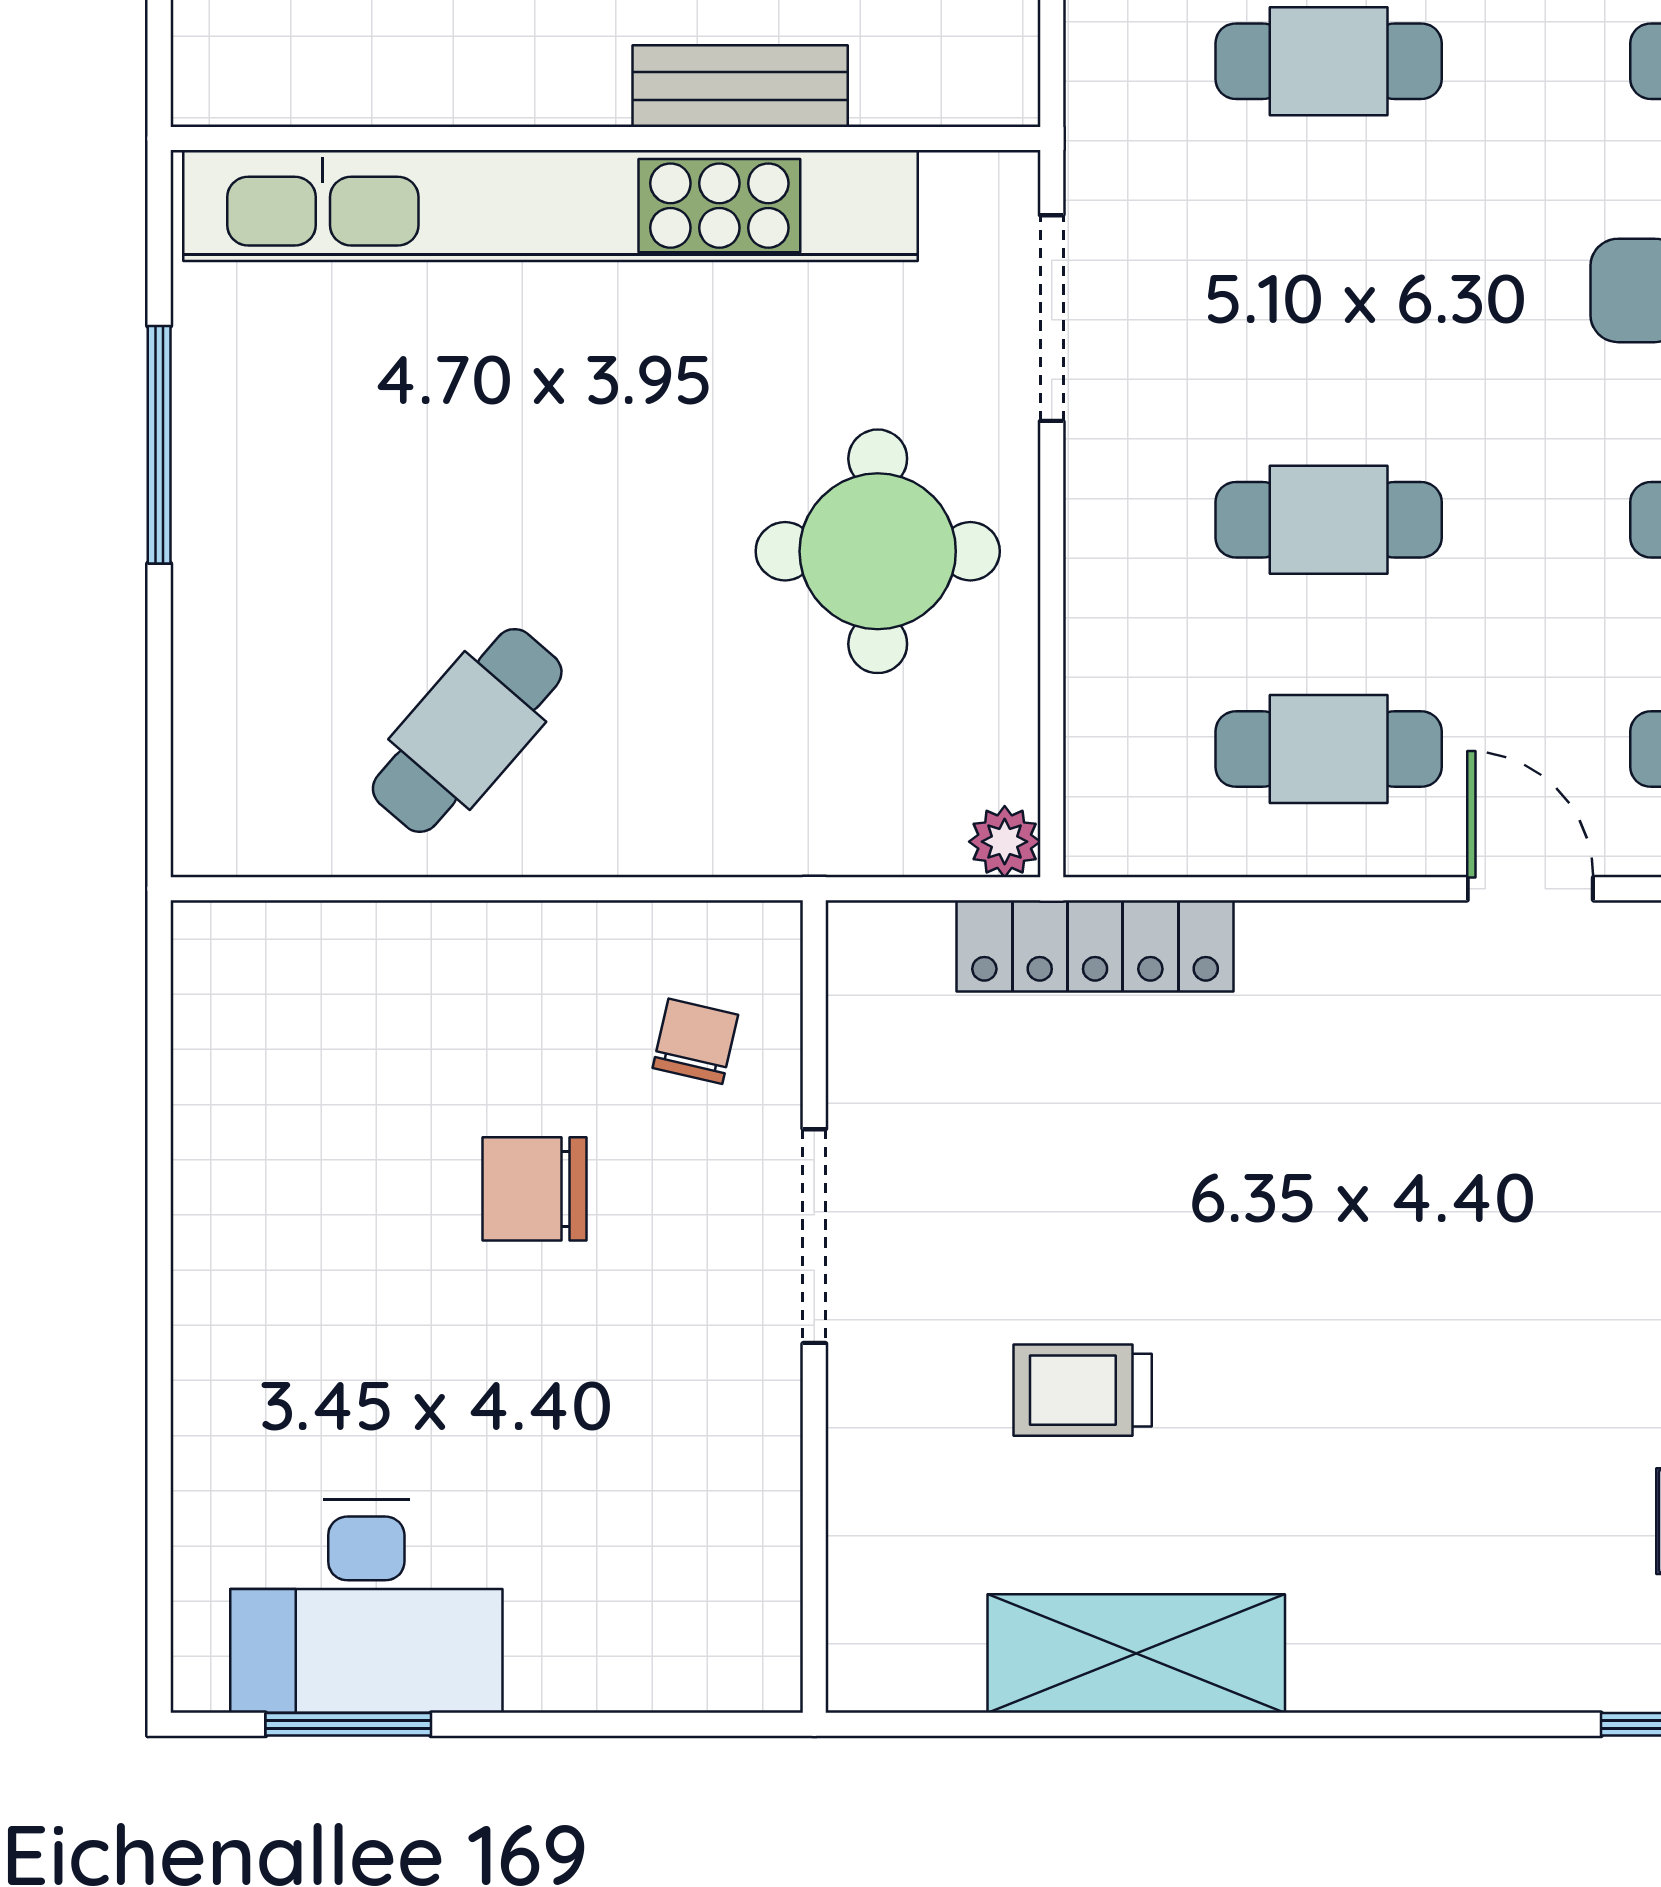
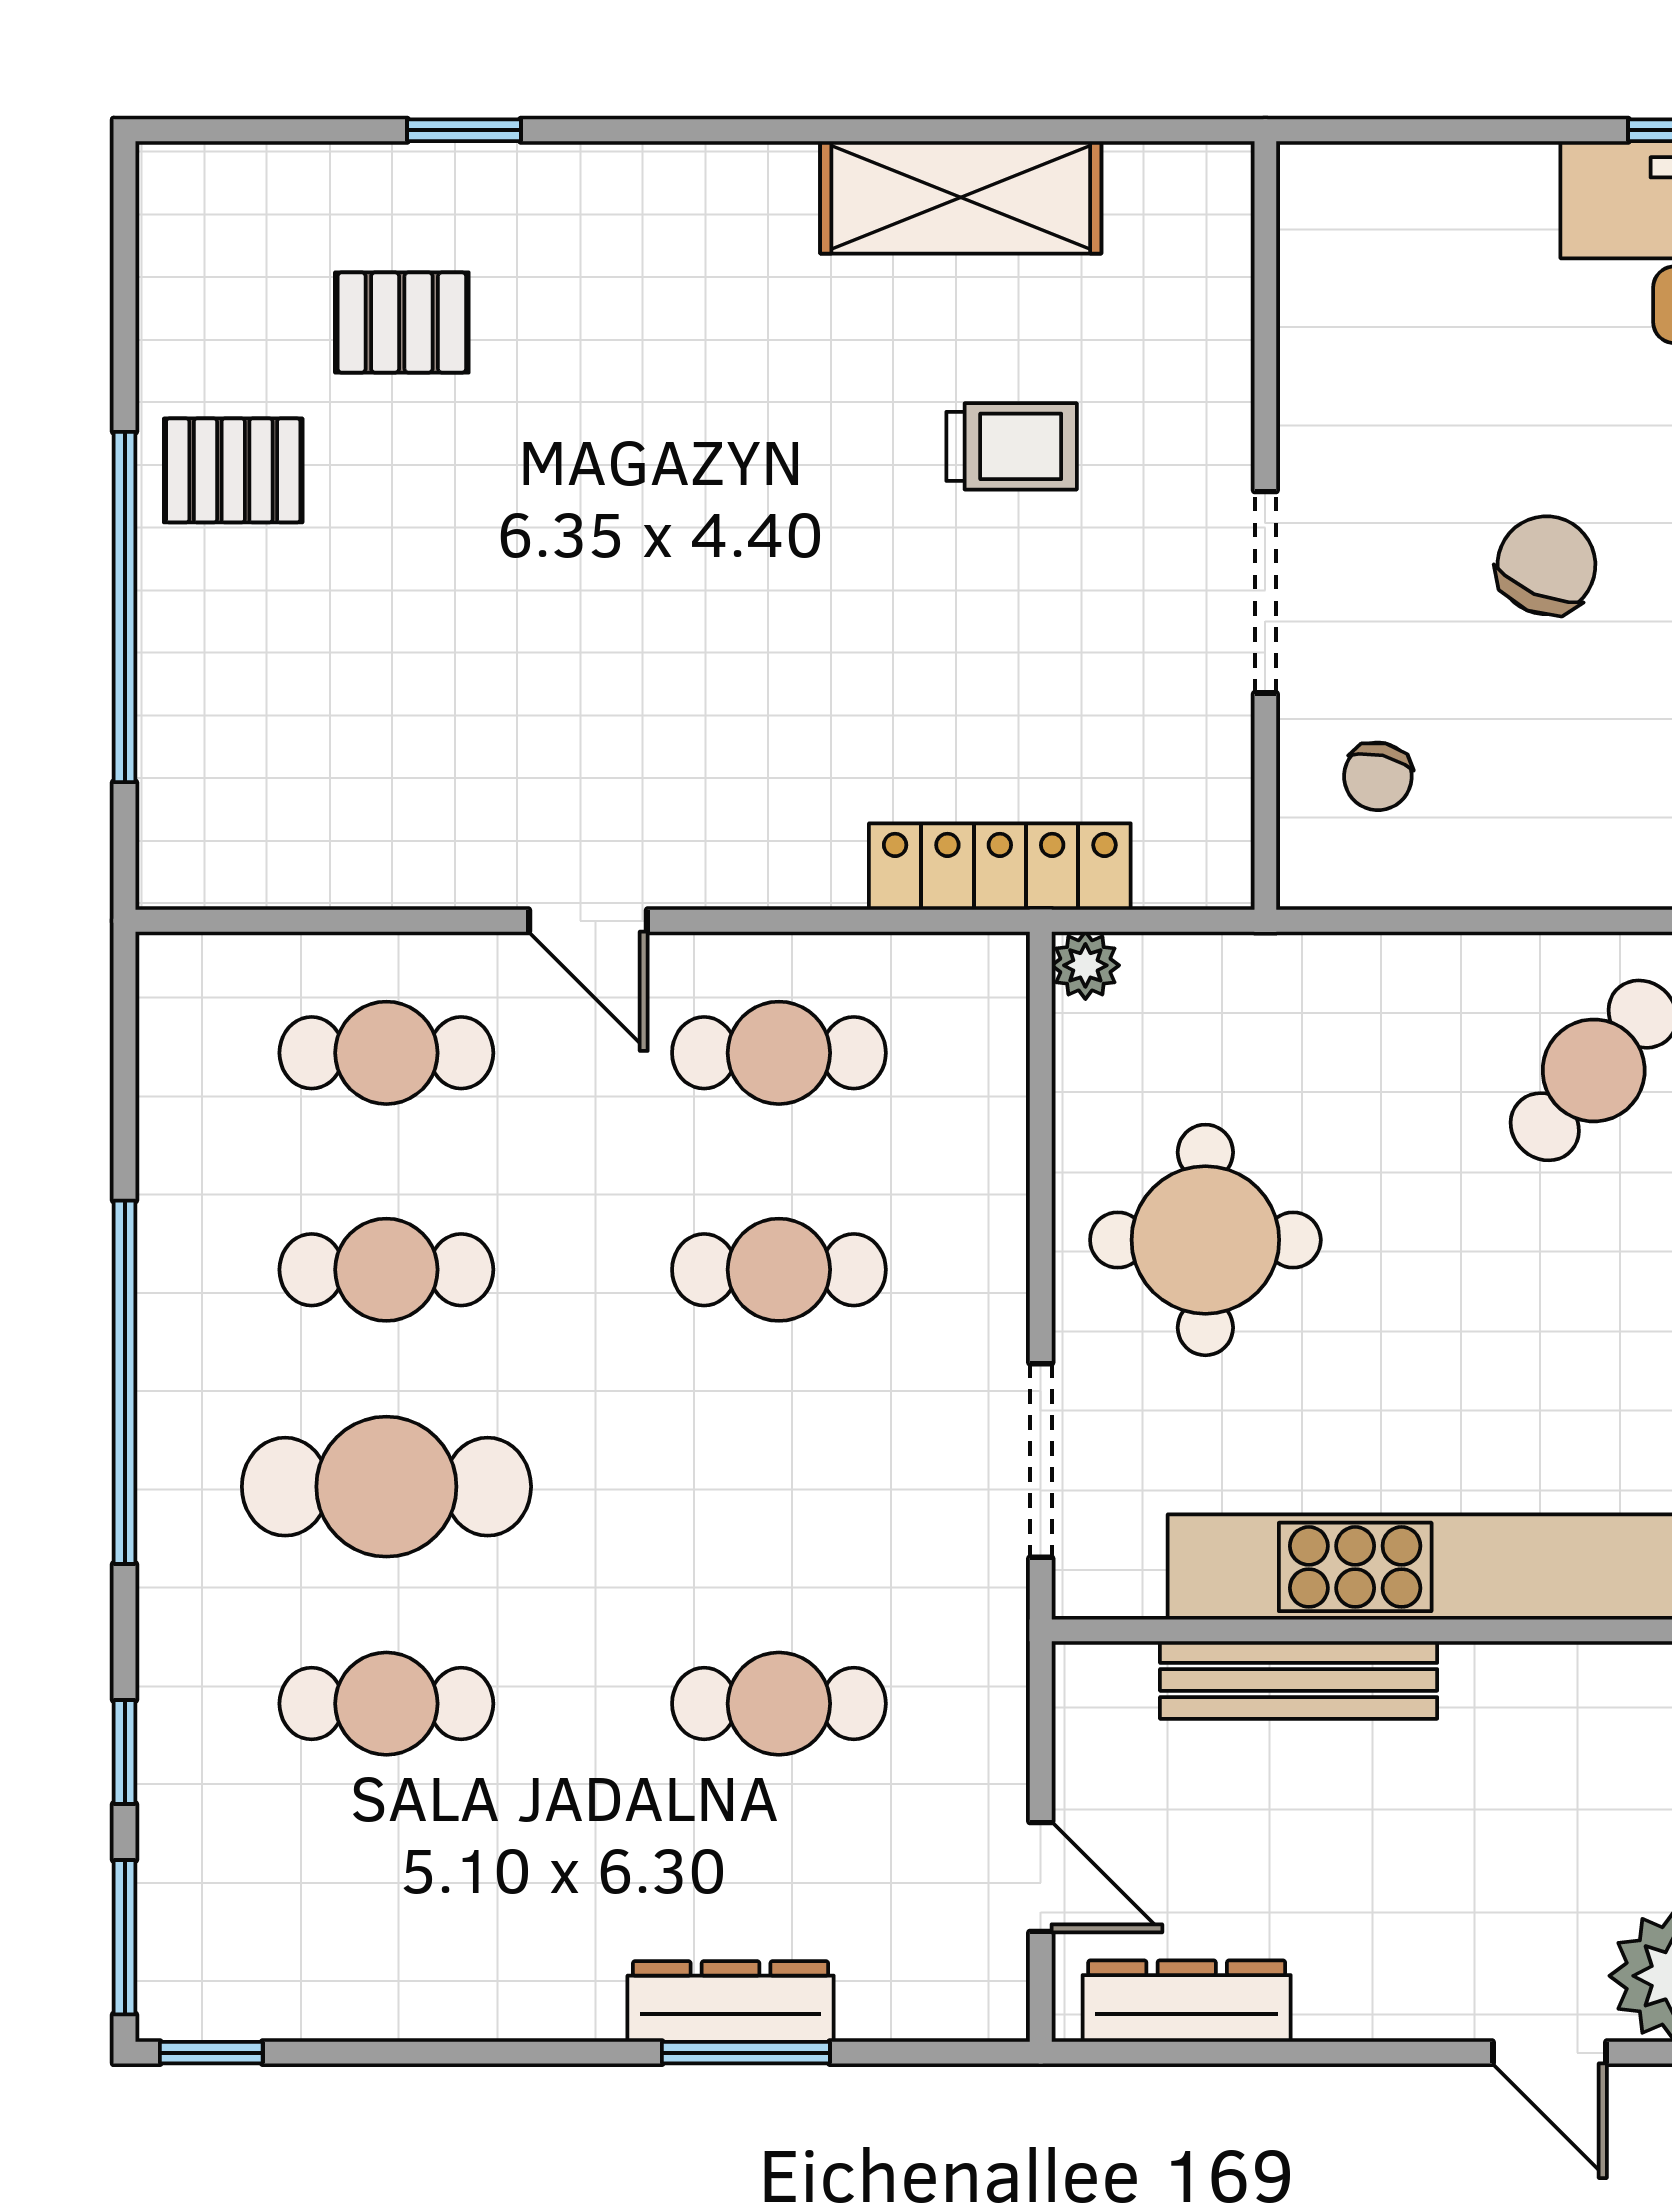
bench: (740, 86) -> (1299, 1680), width x1.36
chair: (534, 1189) -> (1546, 565), moved, turned -67

